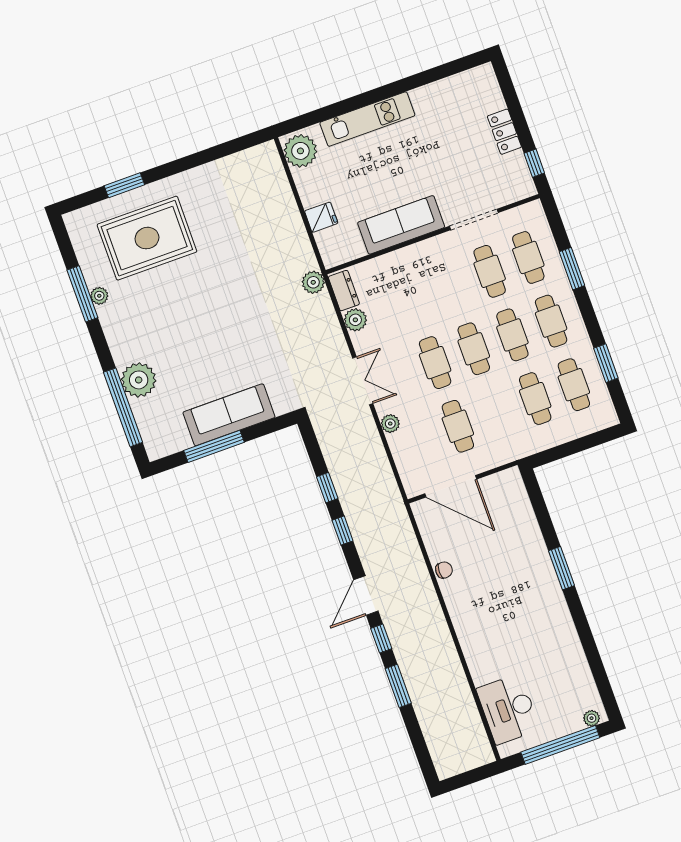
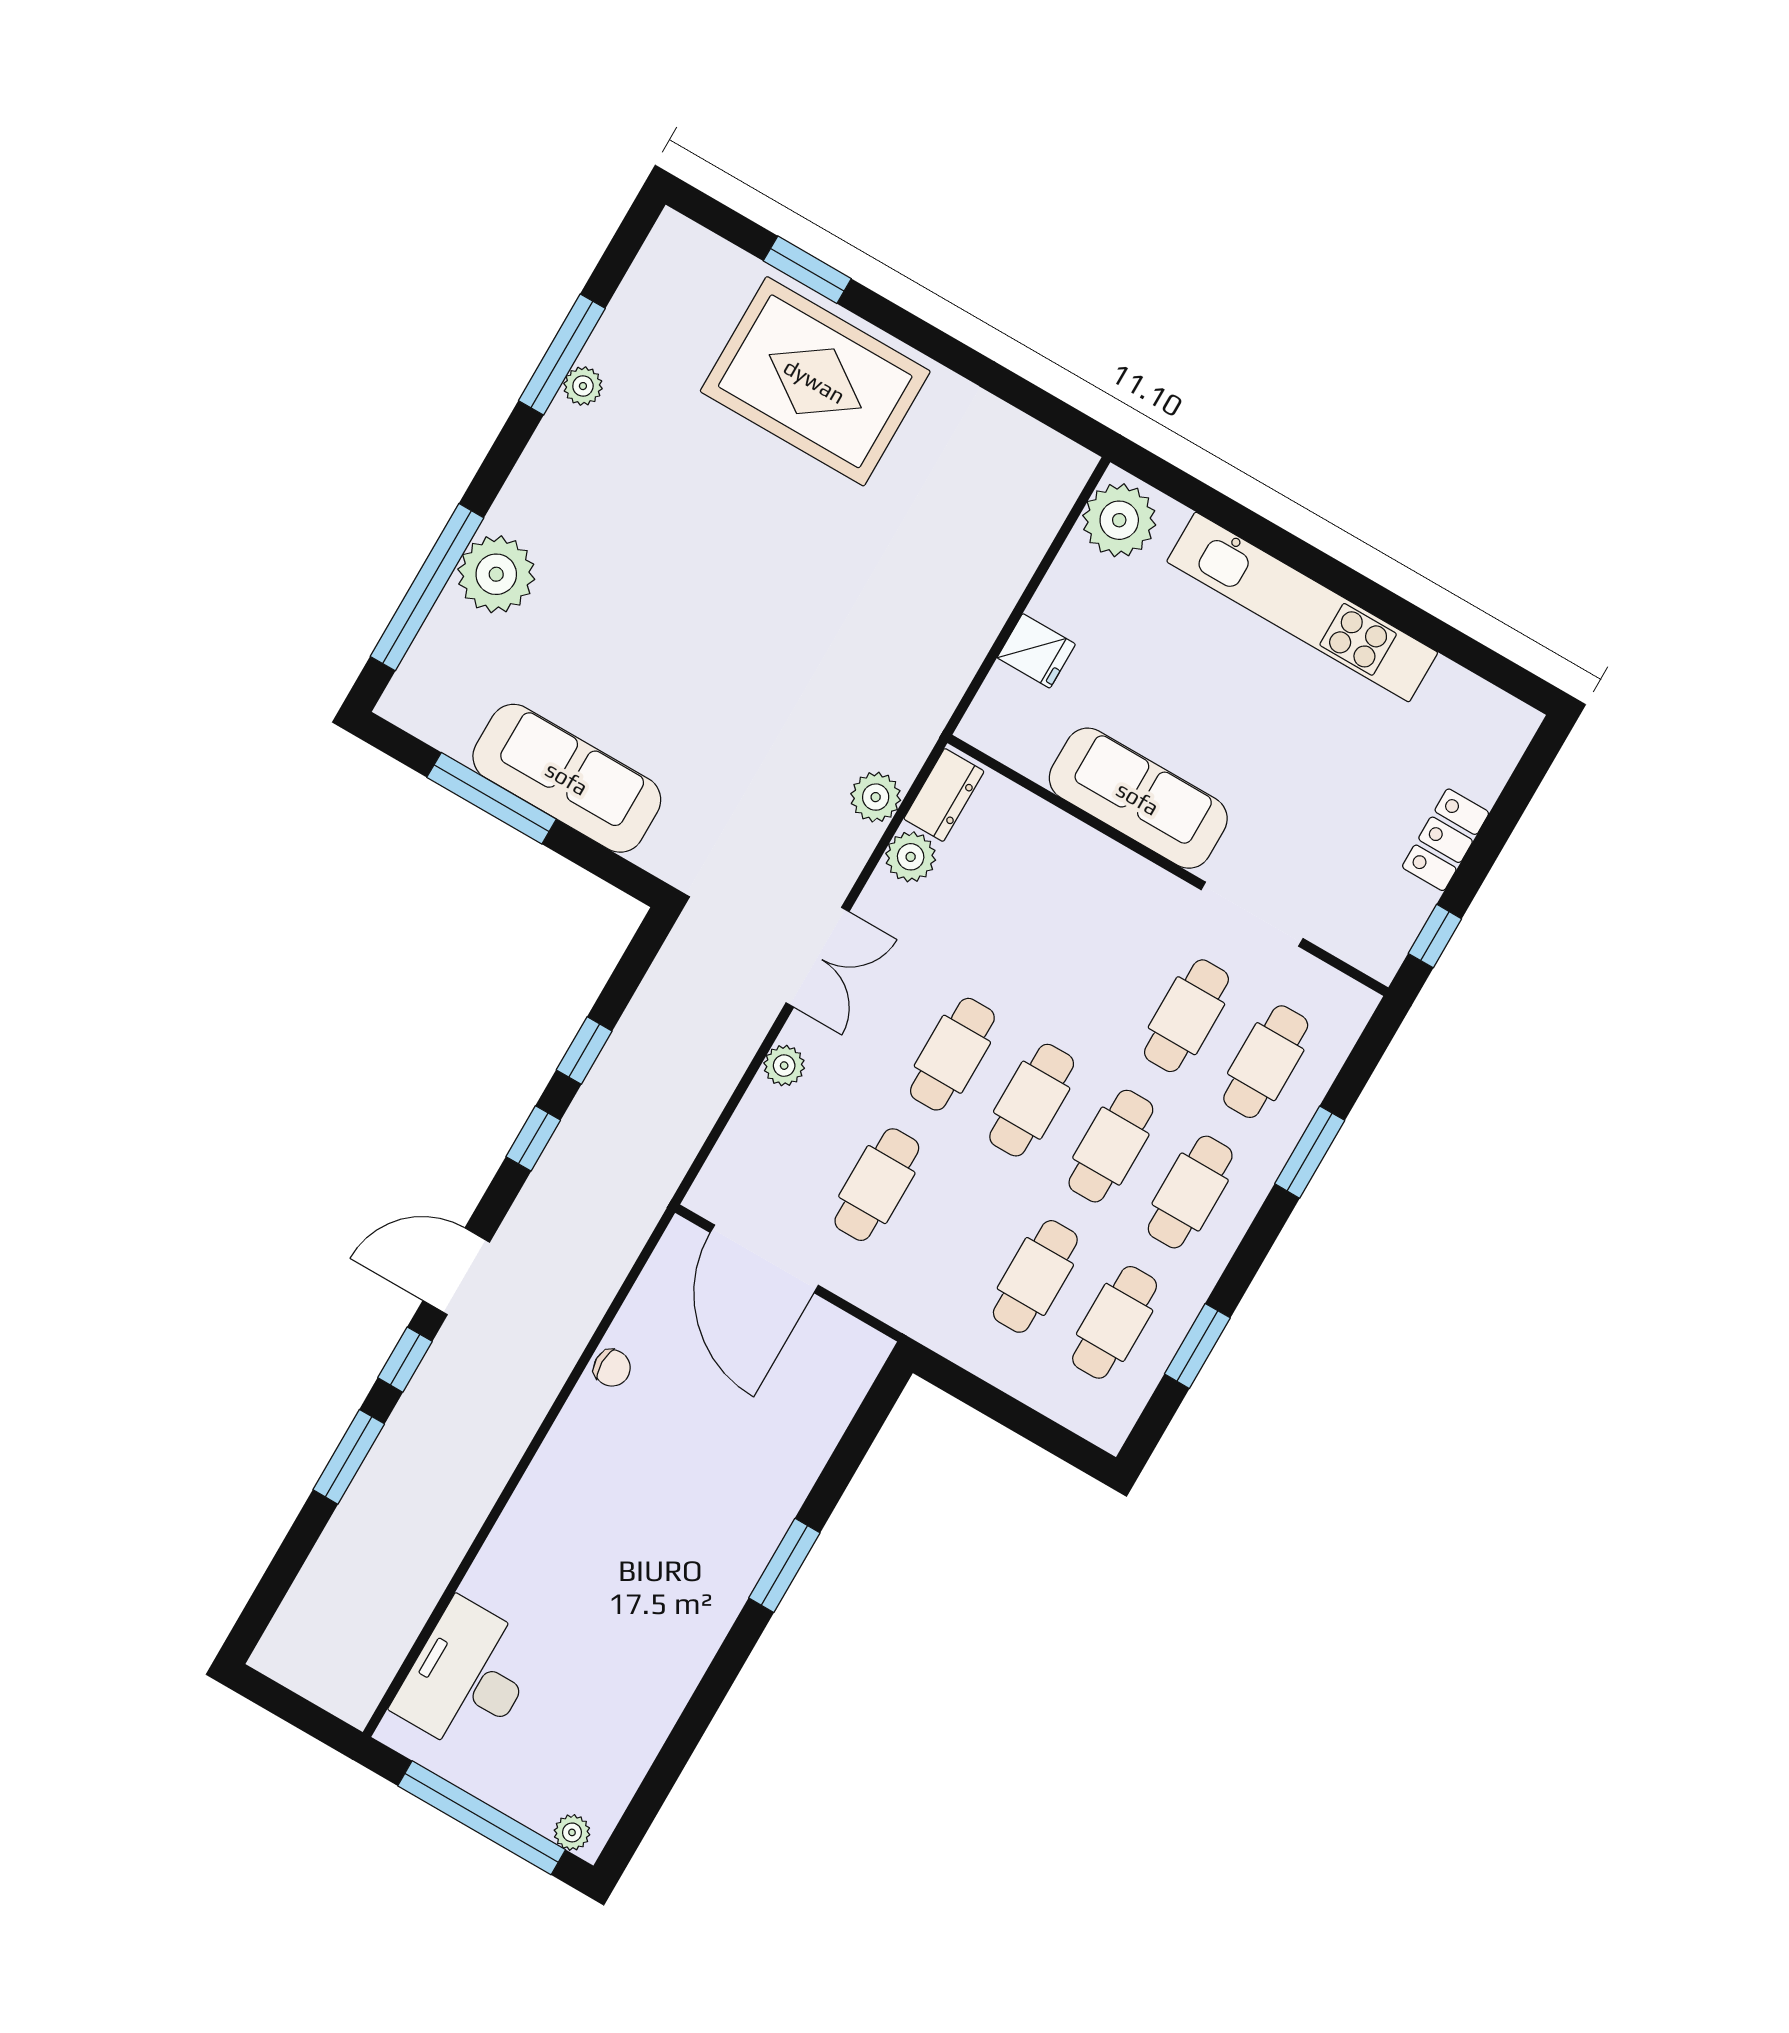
kitchen unit: (367, 119) -> (1302, 607), width x1.36
rug: (147, 238) -> (815, 381), moved
plant: (313, 282) -> (876, 797), moved

